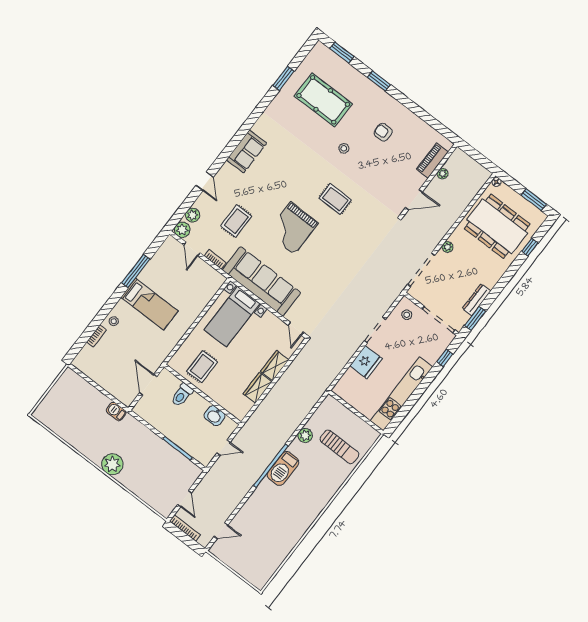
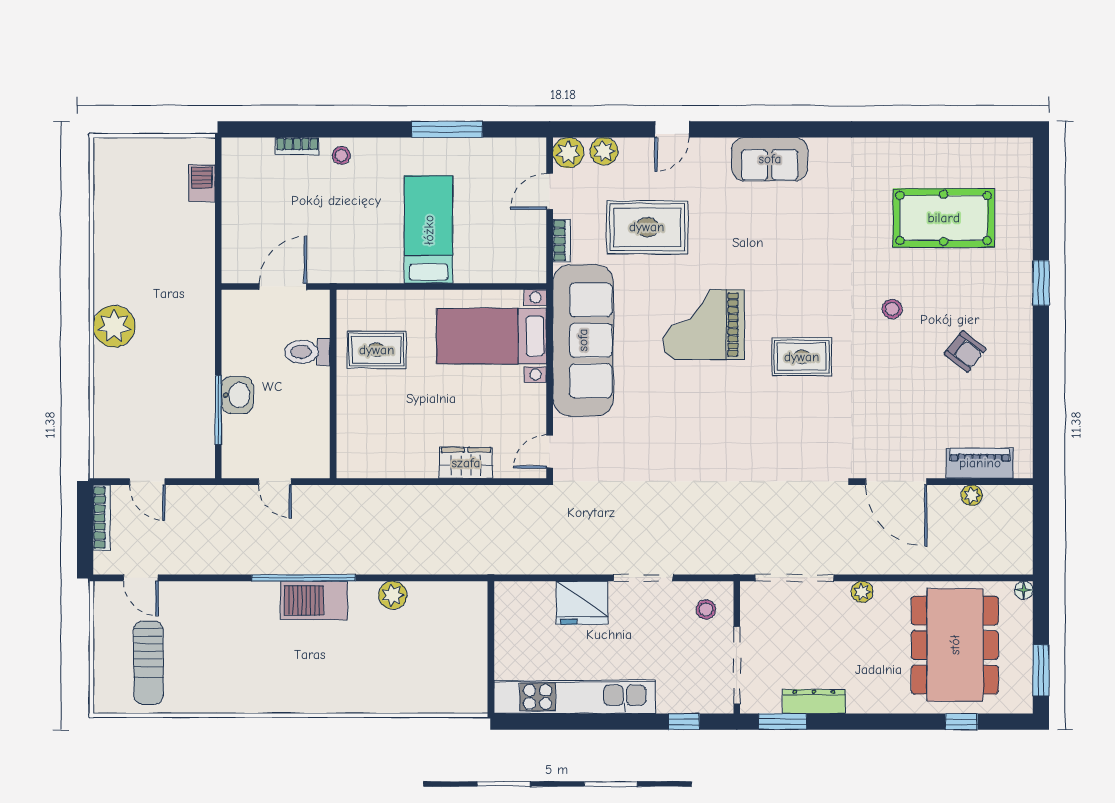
window: (342, 53) -> (1041, 190), removed
window: (284, 78) -> (930, 129), removed
pool table: (323, 100) -> (944, 218), turned 90
armchair: (383, 132) -> (965, 352), turned 128
rug: (335, 199) -> (802, 357), turned 90
door: (414, 200) -> (896, 482), width x1.36
rug: (236, 221) -> (647, 227), width x1.36, depth x1.43
bed: (149, 304) -> (429, 230), moved, turned 180
wardrobe: (257, 388) -> (410, 463), removed
barbecue: (116, 411) -> (202, 183), moved
washbasin: (215, 416) -> (237, 395), moved, turned 180
sun lounger: (339, 447) -> (148, 663), moved
door: (185, 499) -> (147, 482), hinge flipped

